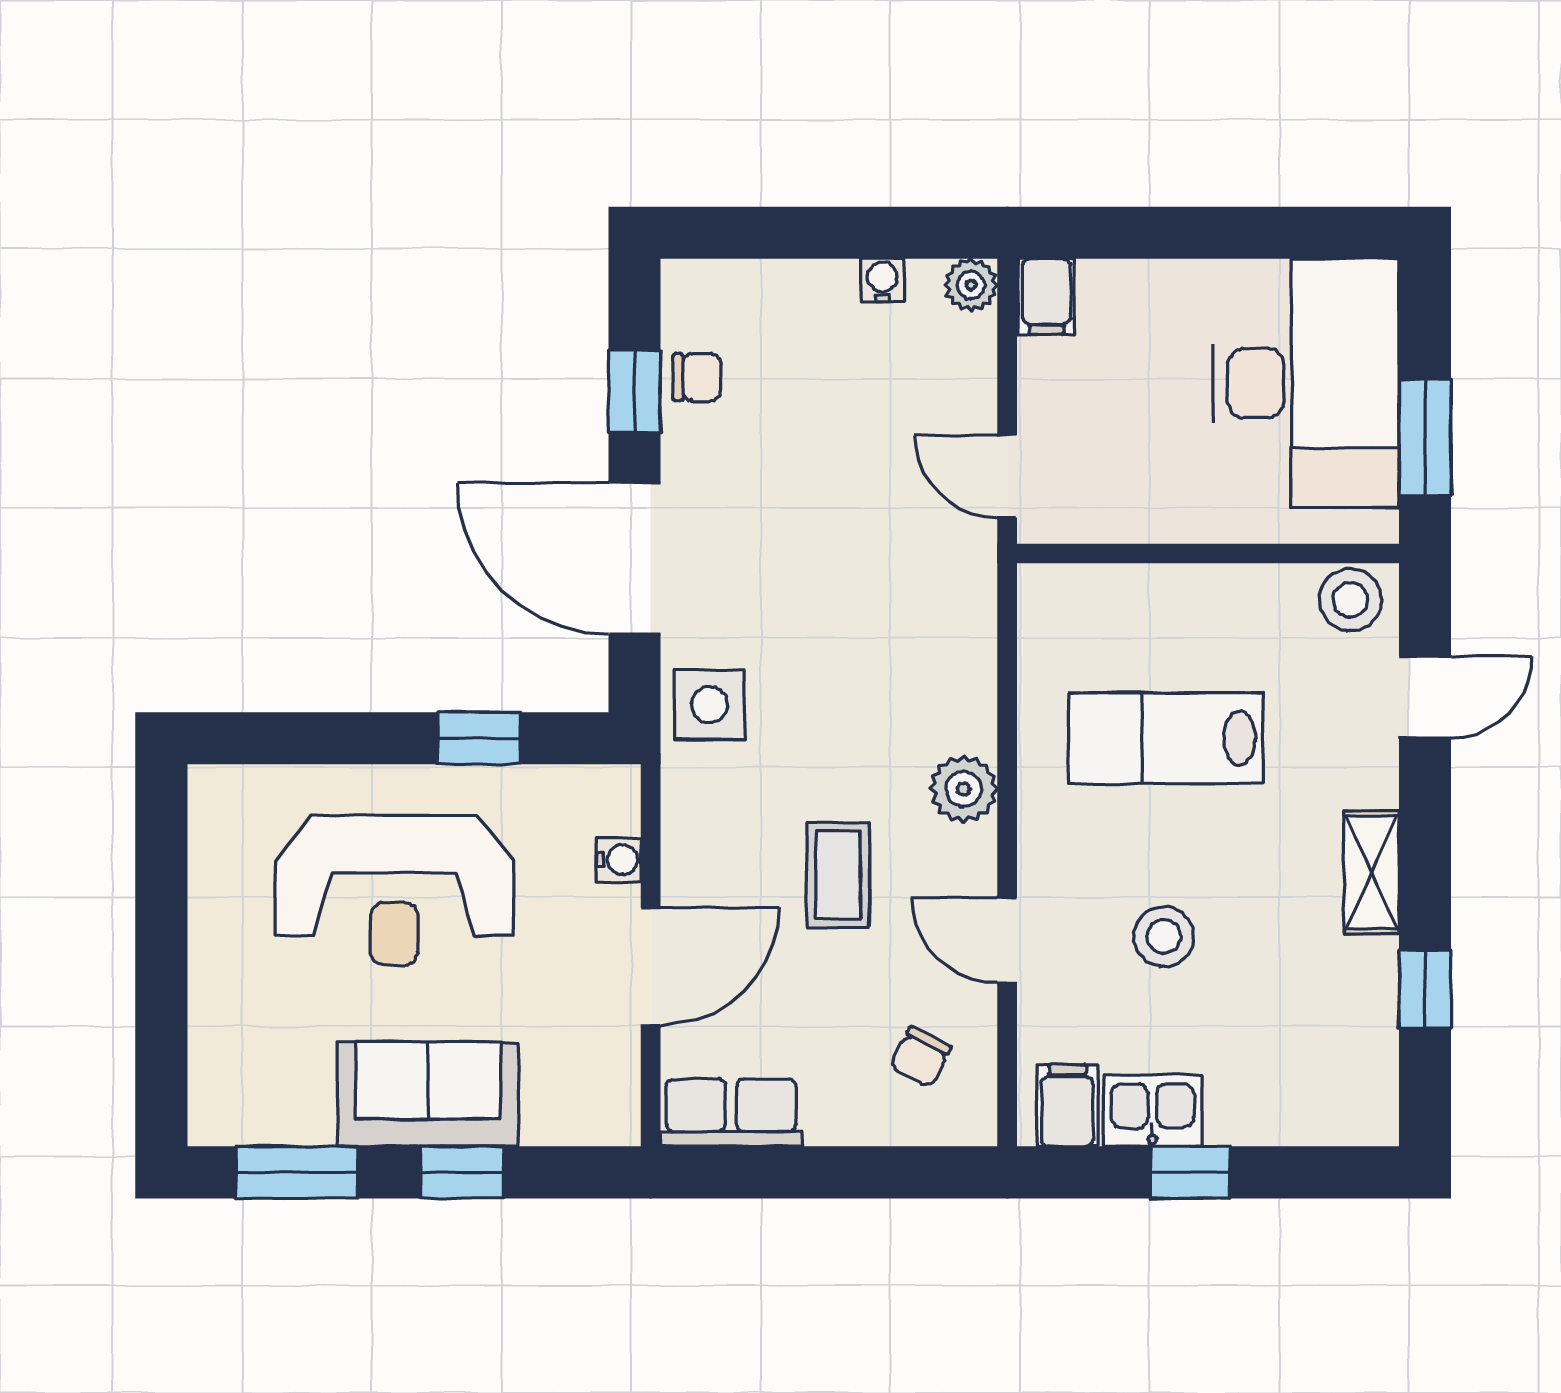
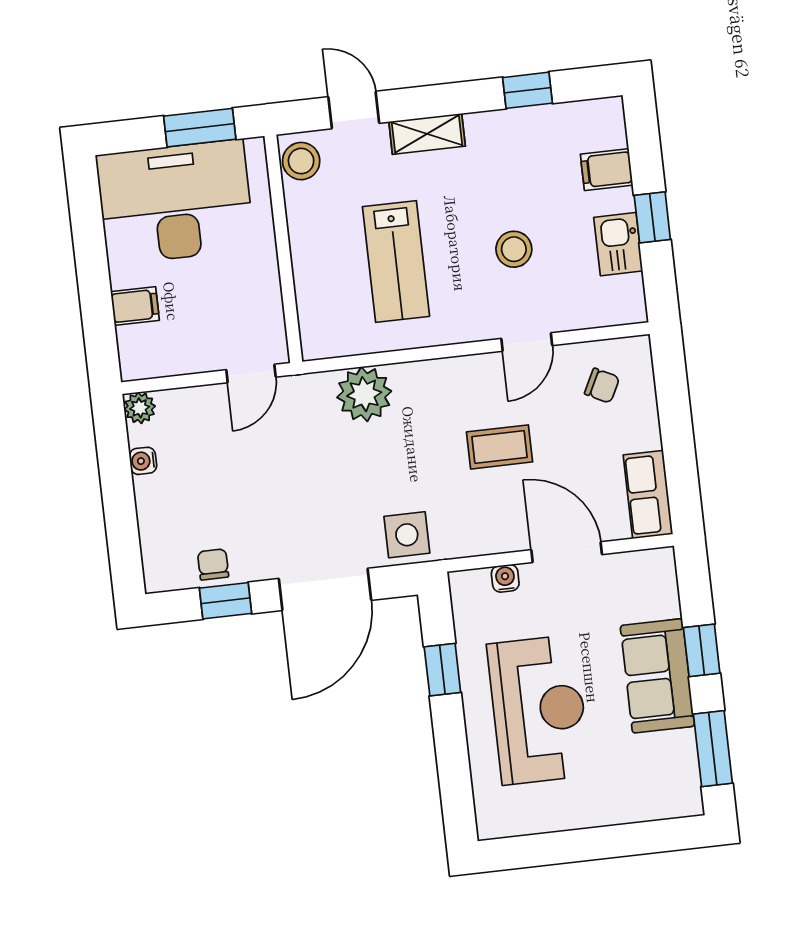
filing cabinet: (1046, 296) -> (135, 306), moved
plant: (964, 789) -> (364, 394), moved, width x1.36, depth x1.36
shelving: (1372, 872) -> (427, 134), moved
filing cabinet: (1067, 1106) -> (607, 170), moved

